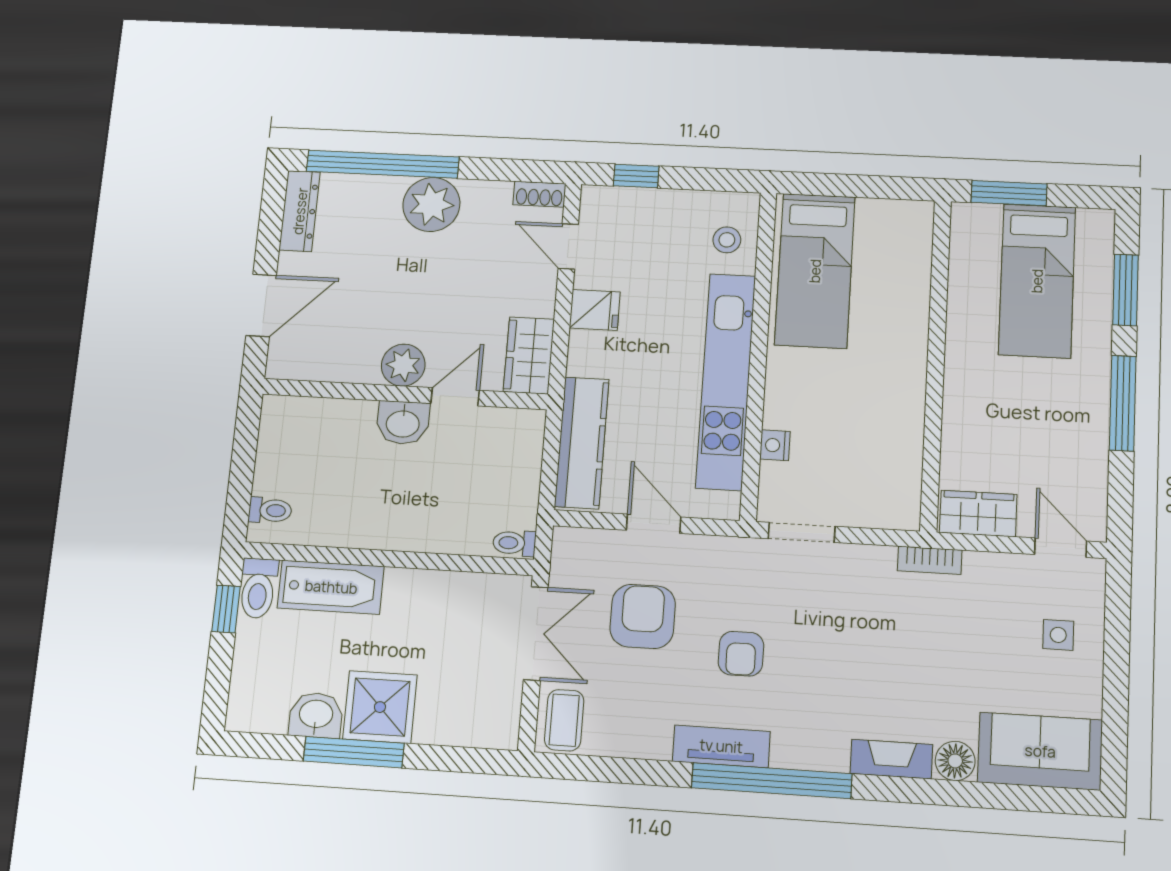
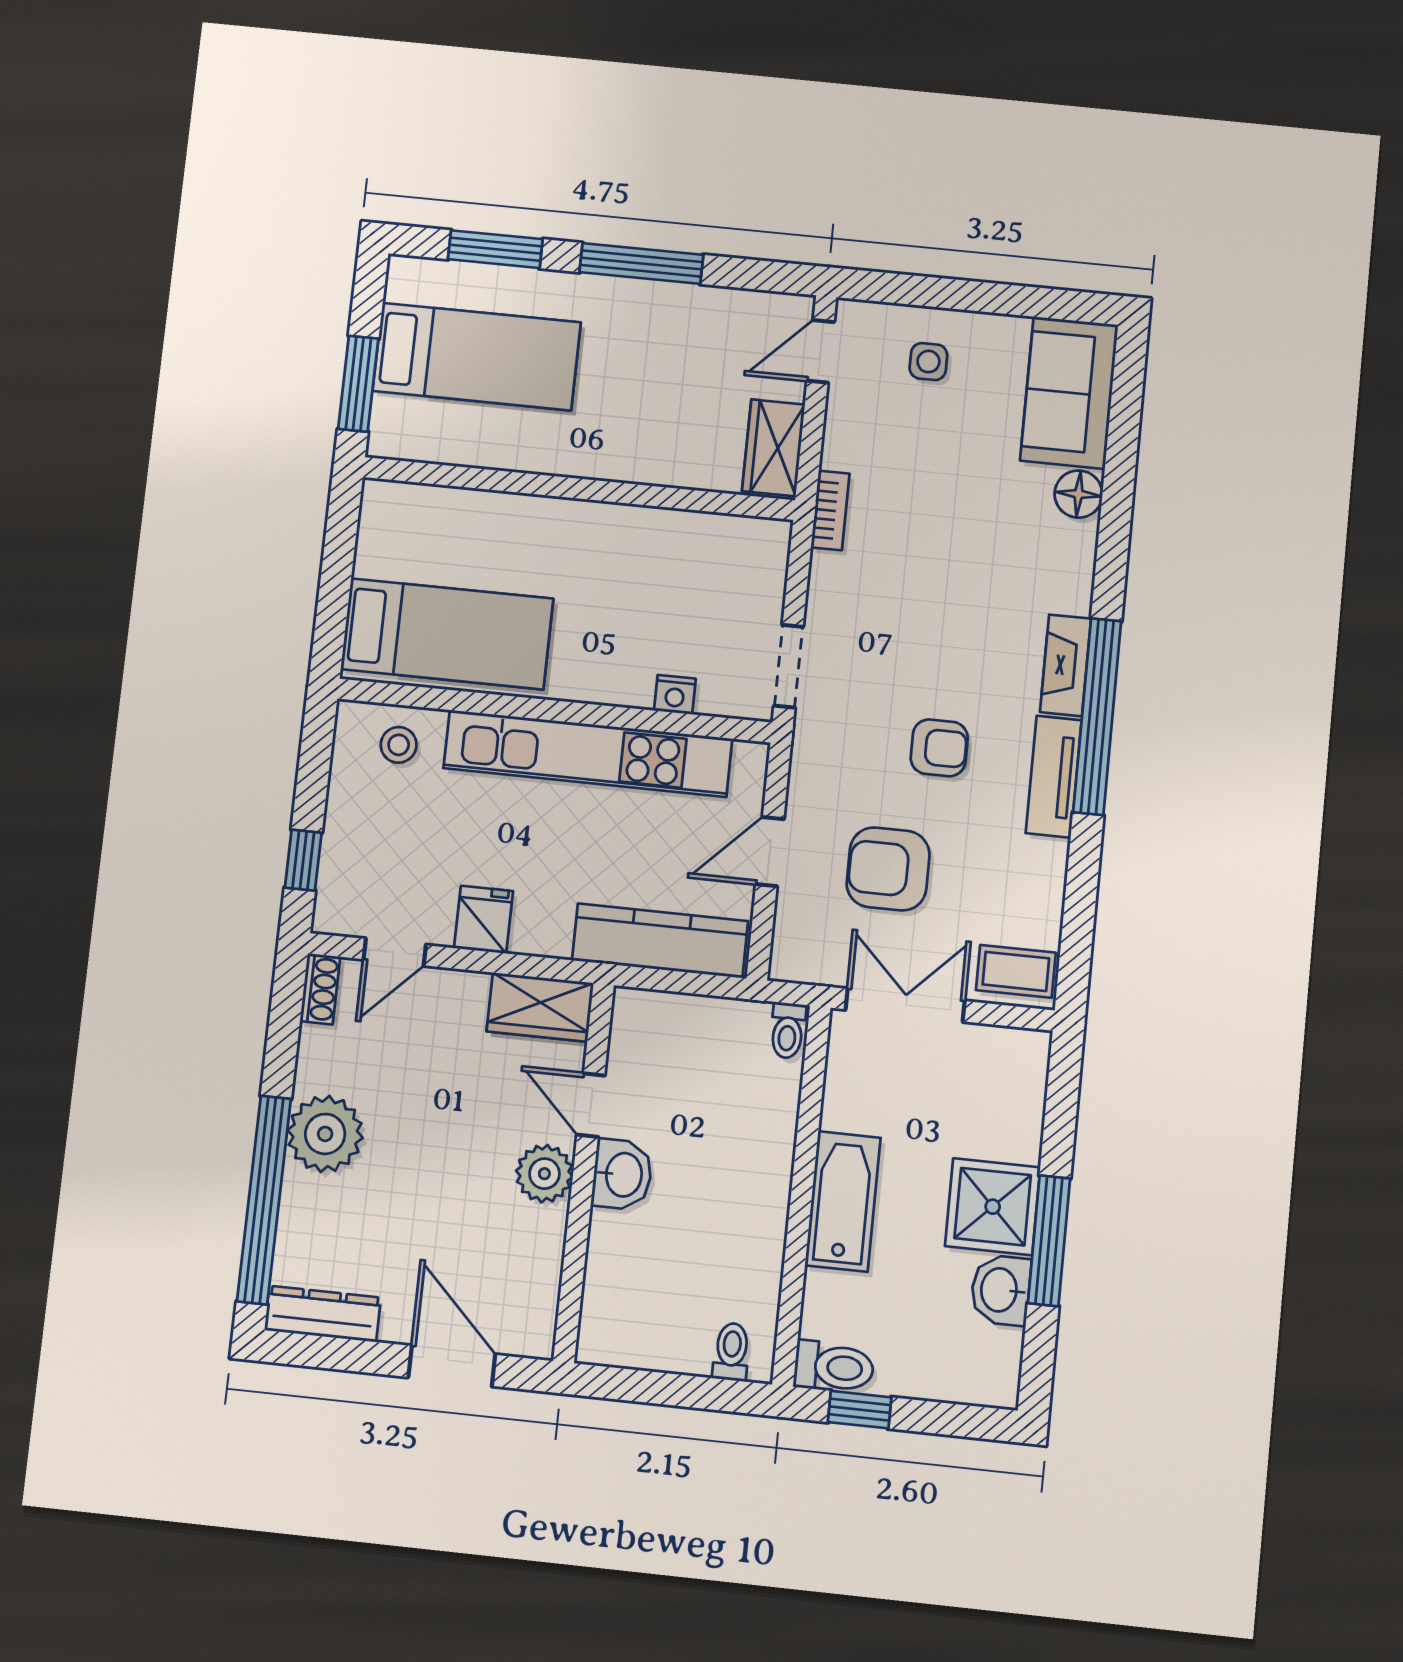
bathtub: (331, 587) -> (843, 1201), moved
fireplace: (891, 759) -> (1065, 665), moved

